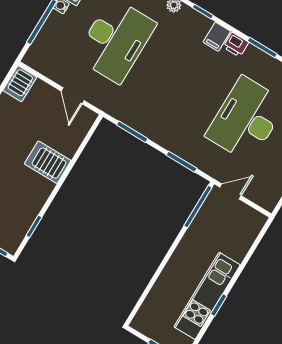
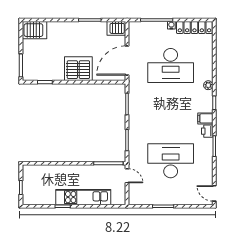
door: (73, 96) -> (127, 61), width x1.88
server rack: (48, 162) -> (78, 69), width x1.60
kitchen unit: (207, 296) -> (83, 197), moved

